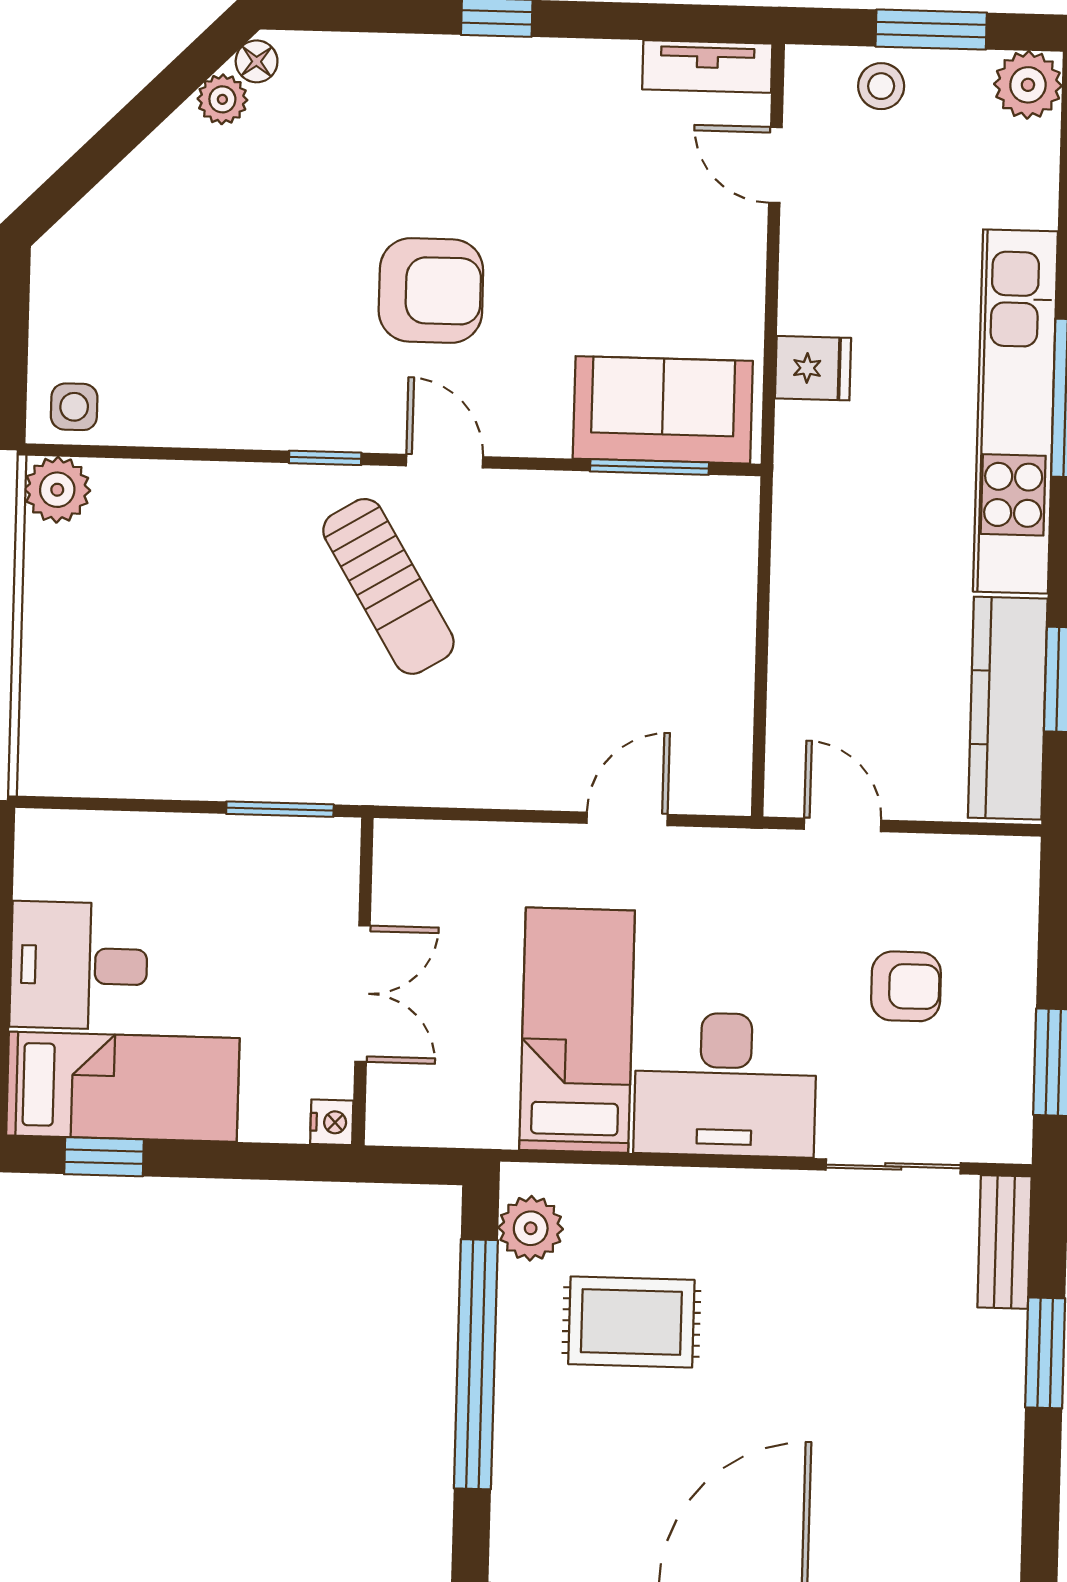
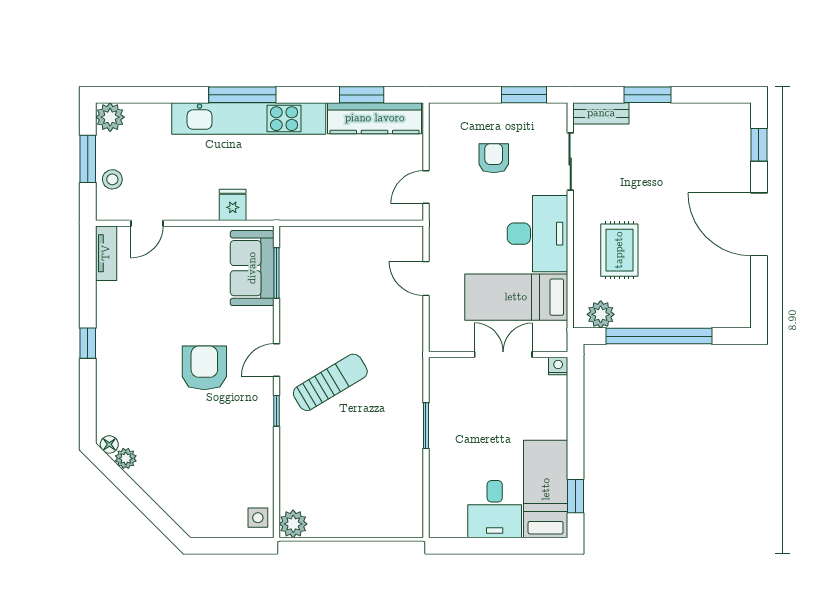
wall: (363, 982) -> (498, 354), moved
double door: (363, 994) -> (503, 354), moved
nightstand: (332, 1122) -> (558, 366), moved
rug: (631, 1322) -> (619, 250), moved

